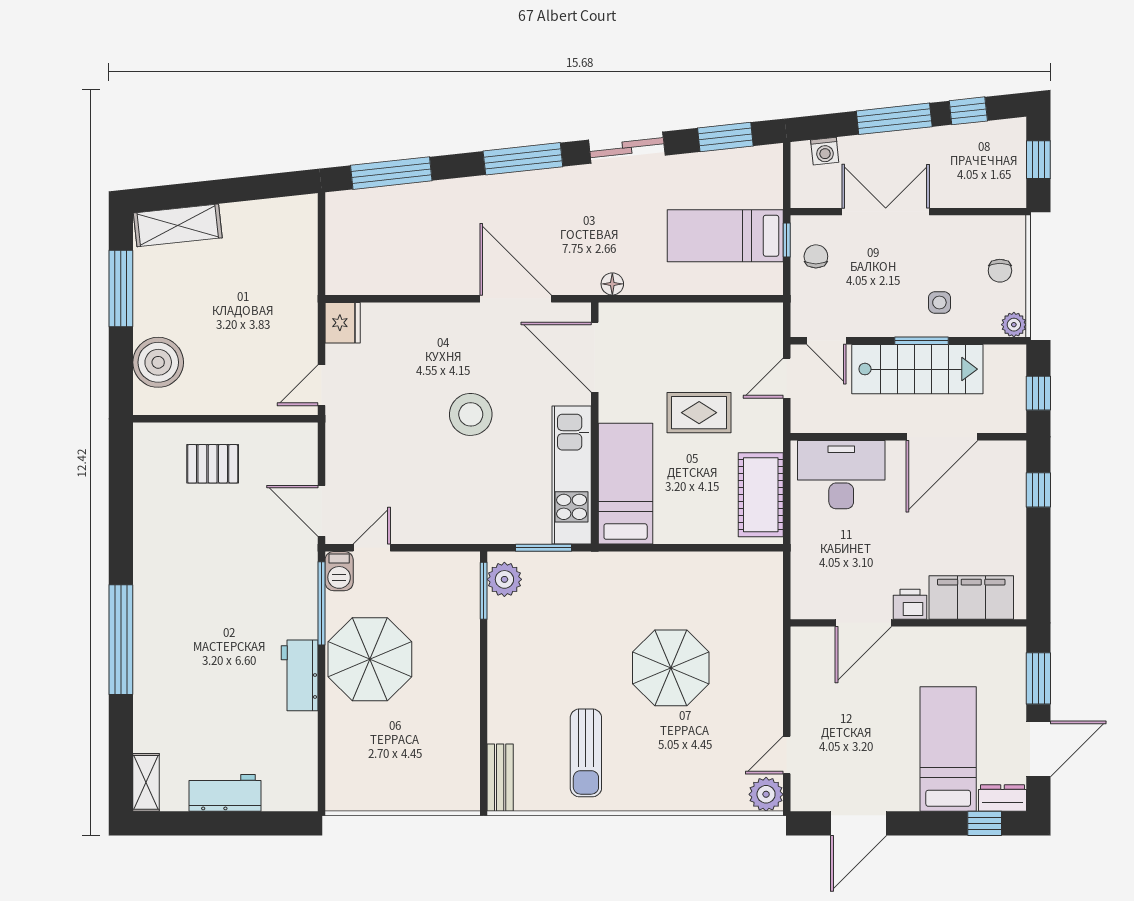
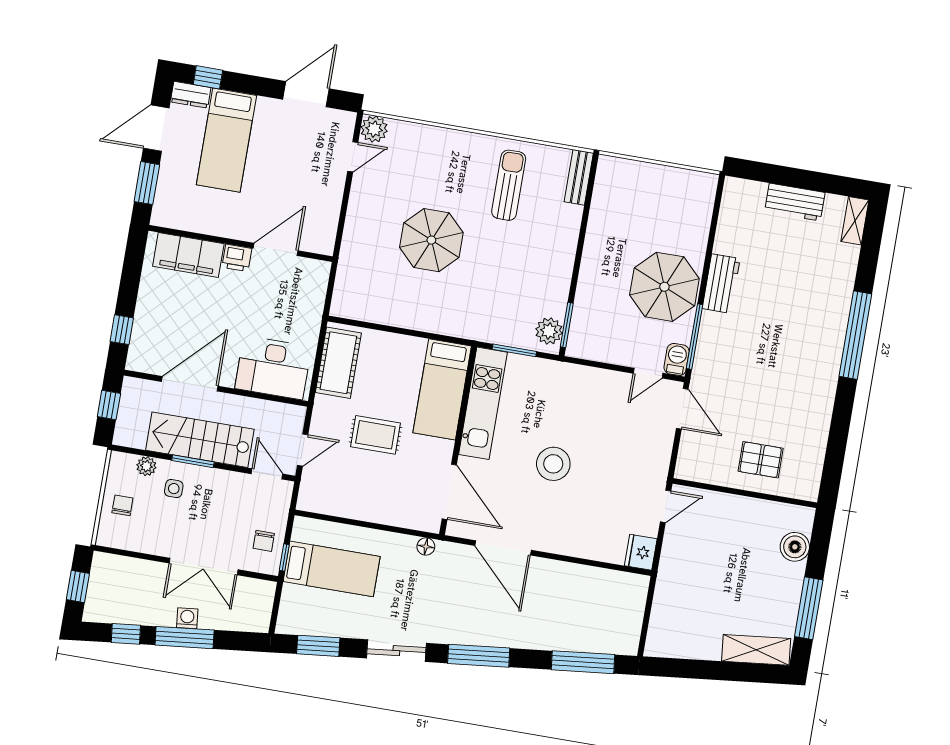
washing machine: (825, 151) -> (187, 618), moved
plant: (1014, 325) -> (146, 466), moved
boiler: (158, 362) -> (795, 547), width x0.73, depth x0.73

